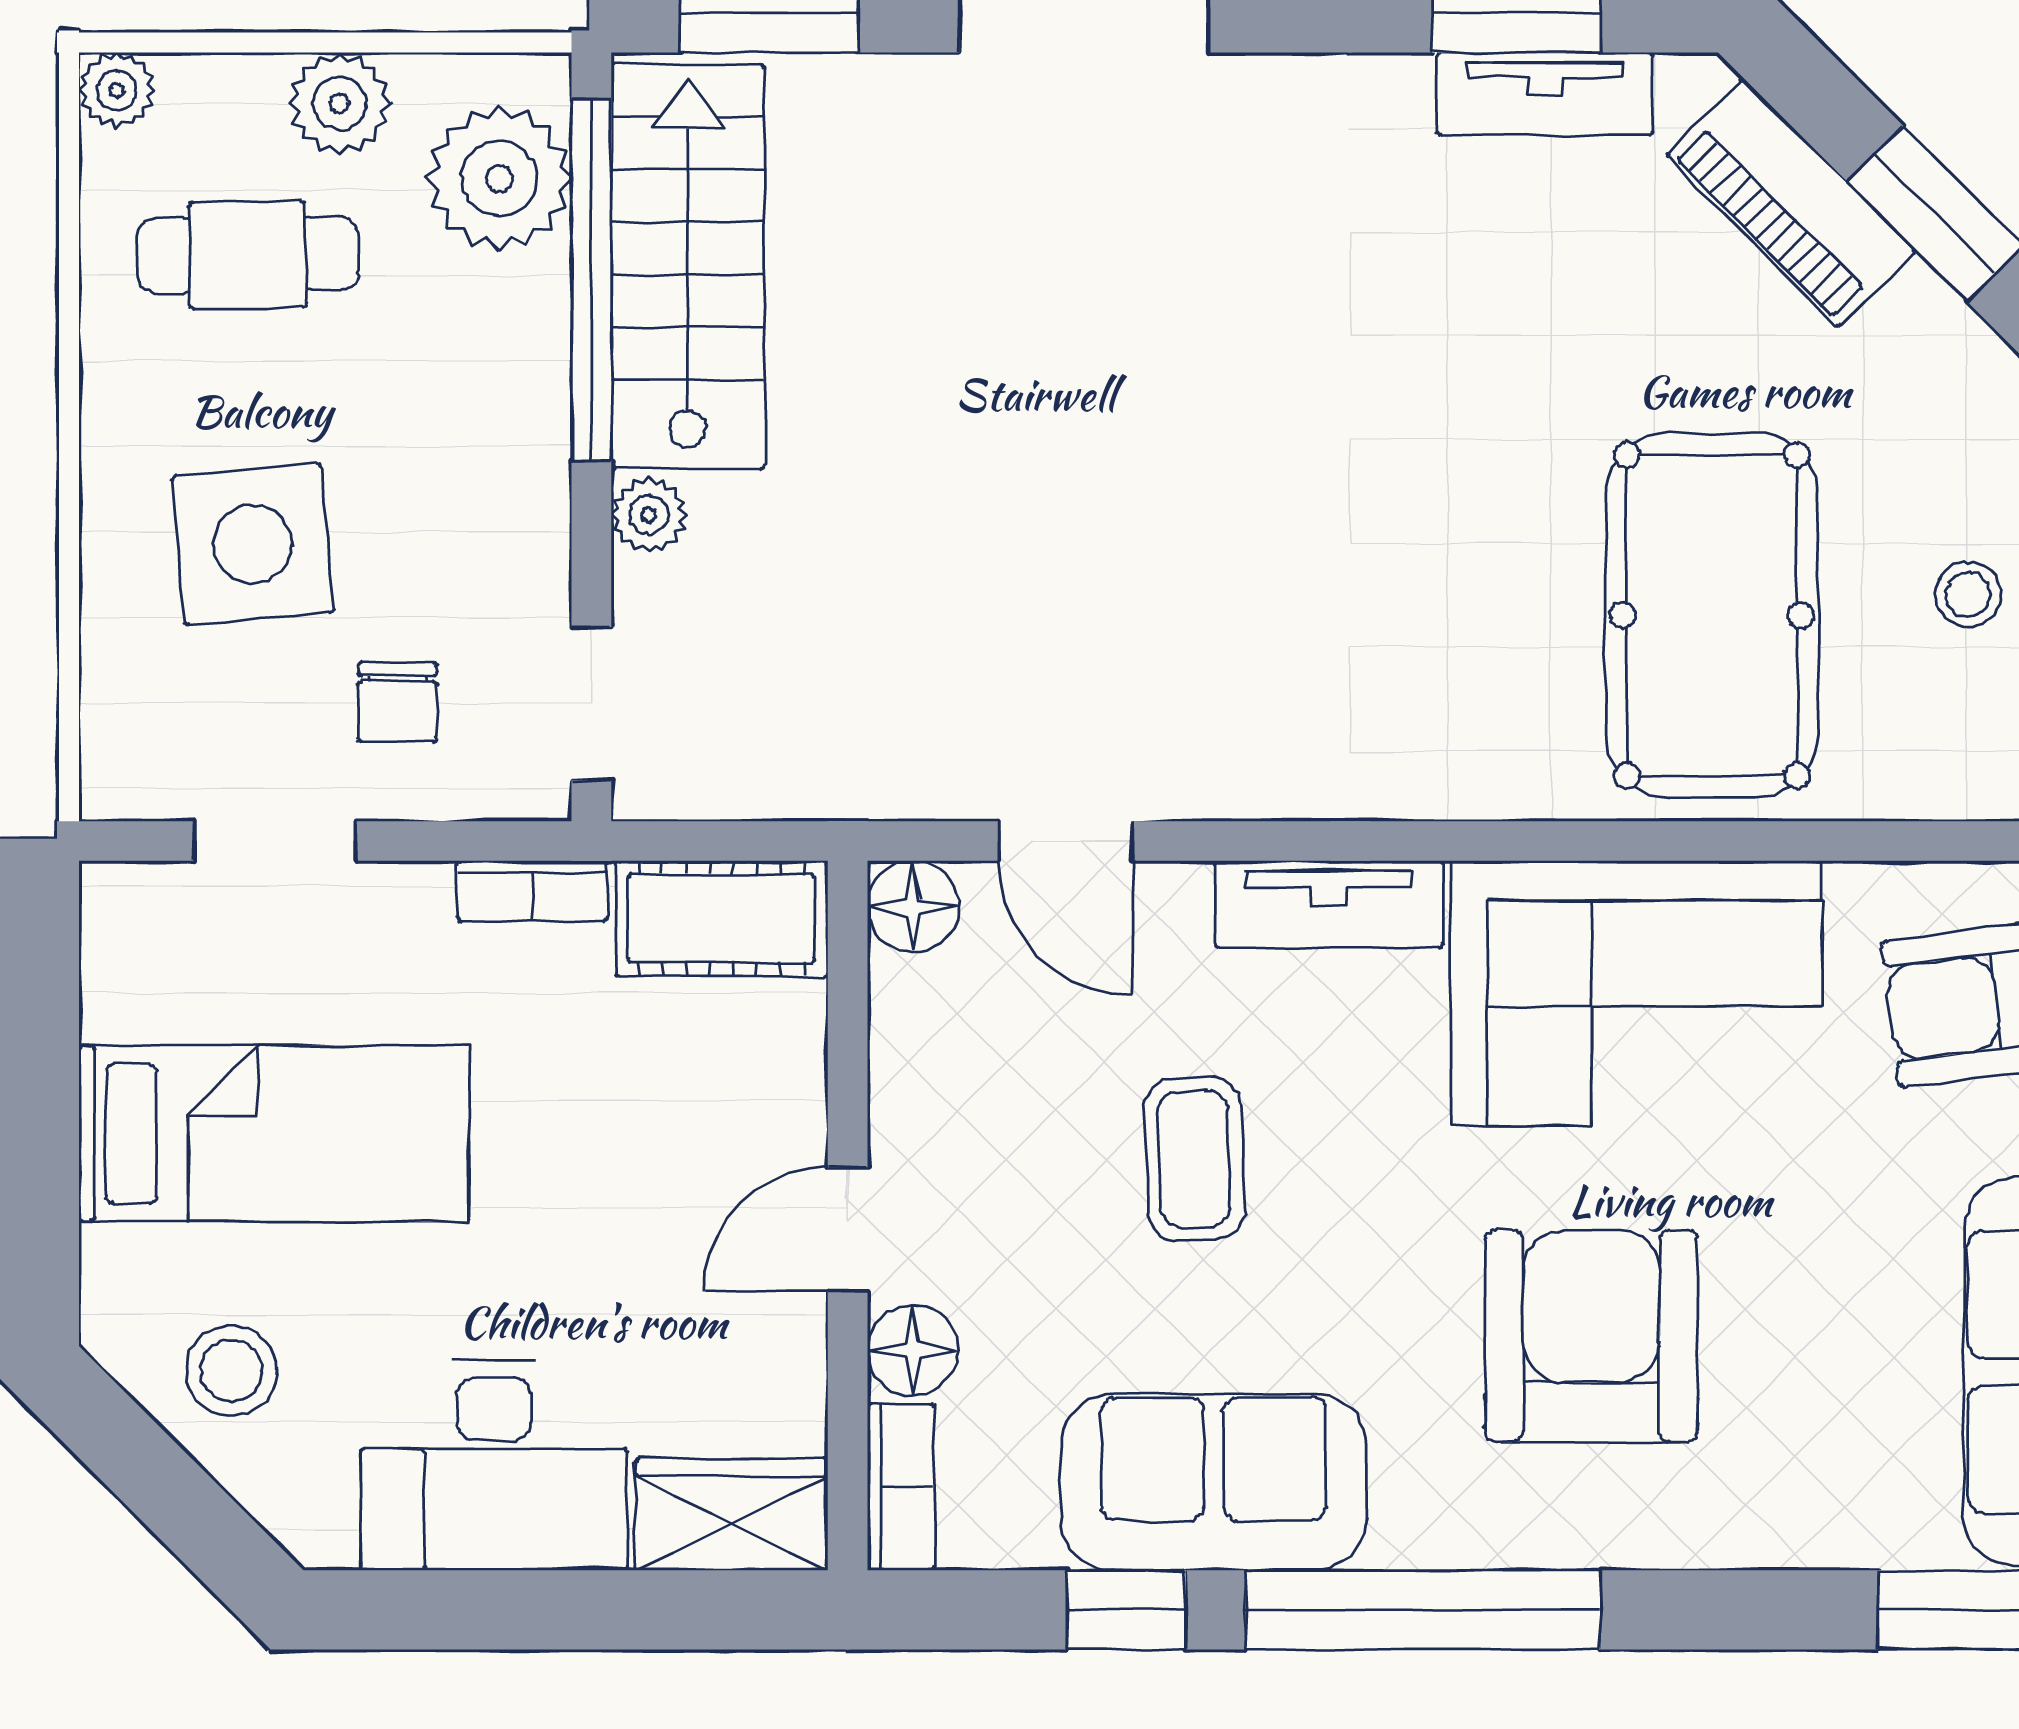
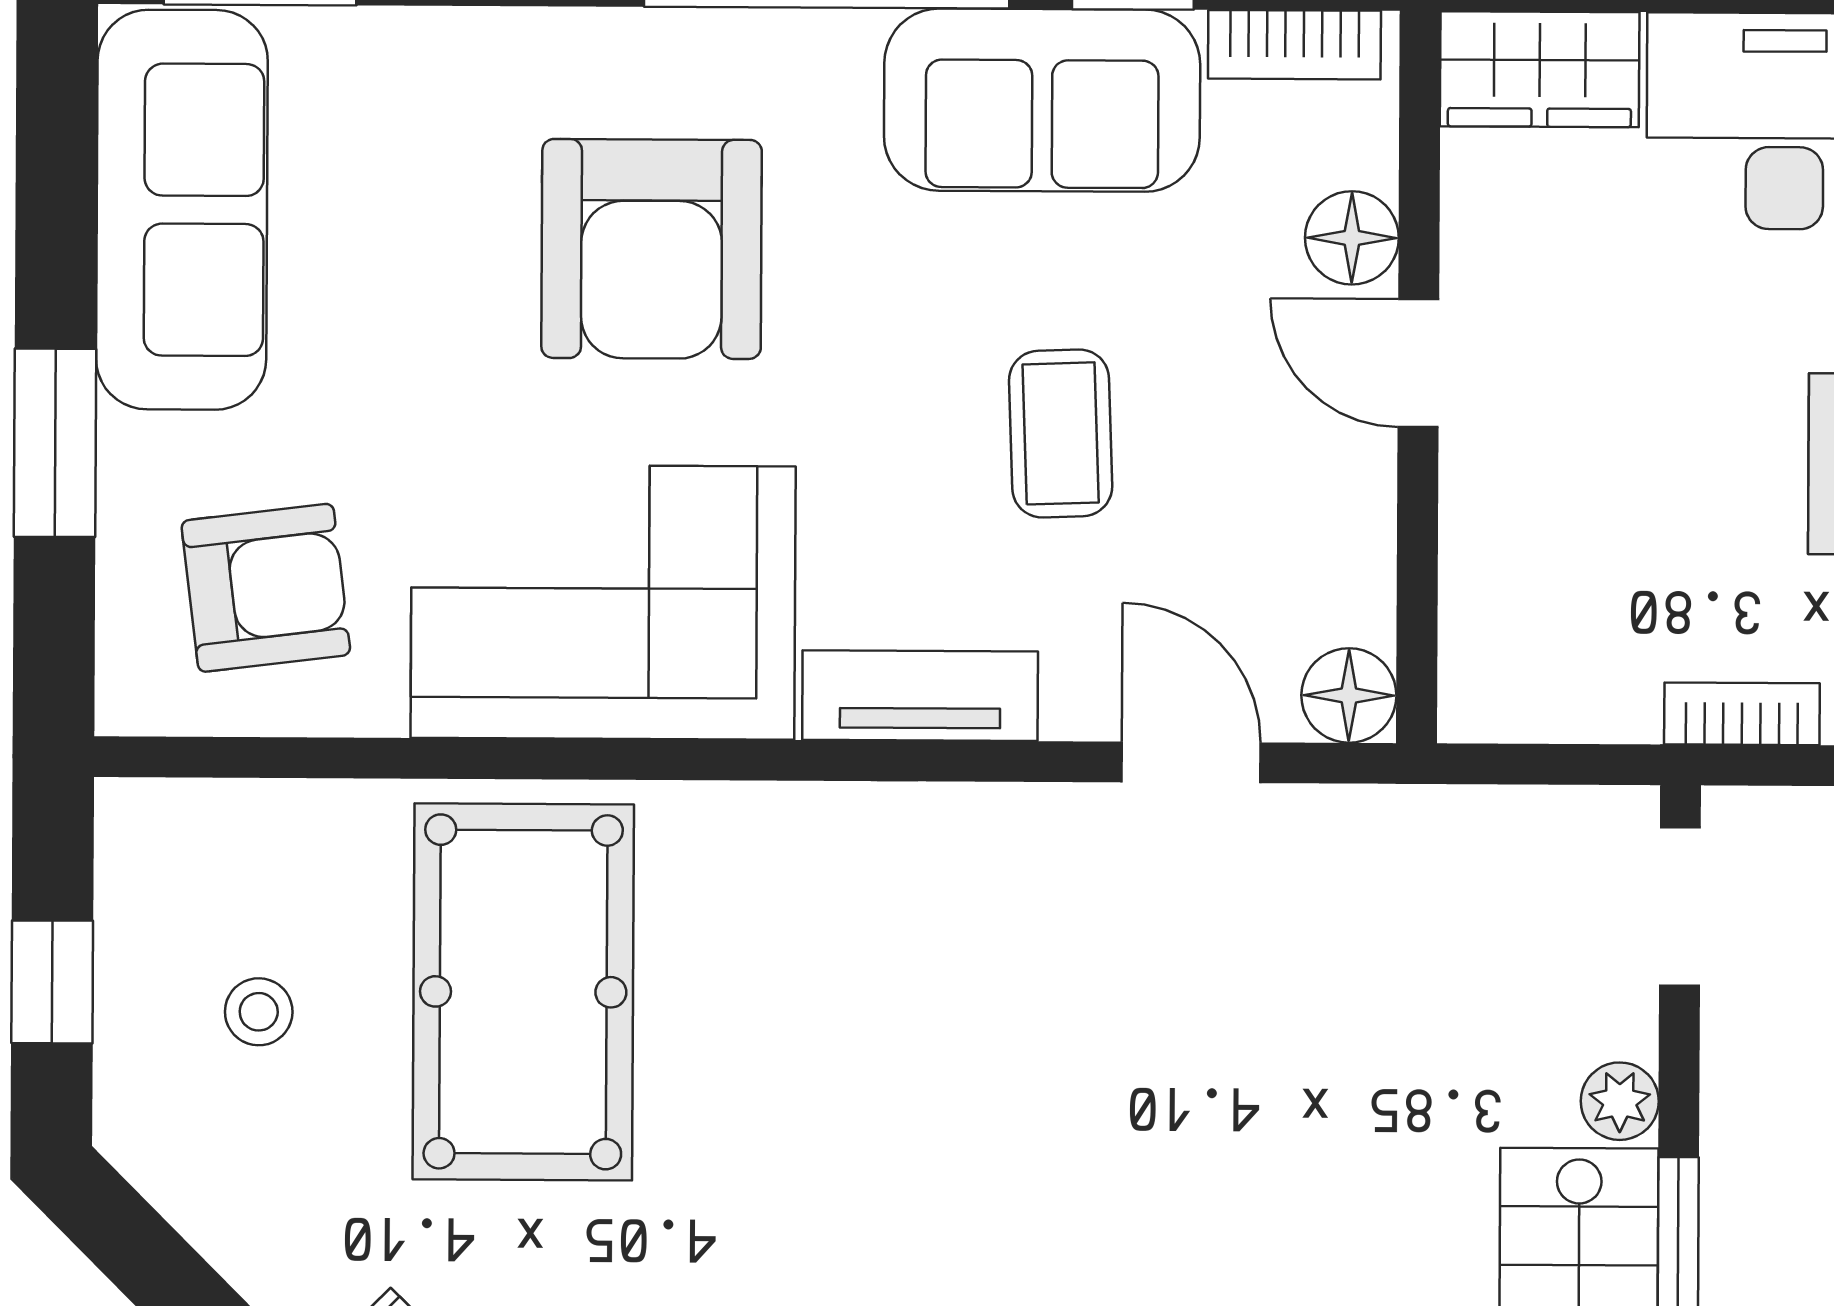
cot: (722, 918) -> (1547, 684), removed
door: (848, 1229) -> (1418, 363), swing flipped
bookcase: (901, 1487) -> (1294, 45), moved, turned -90

